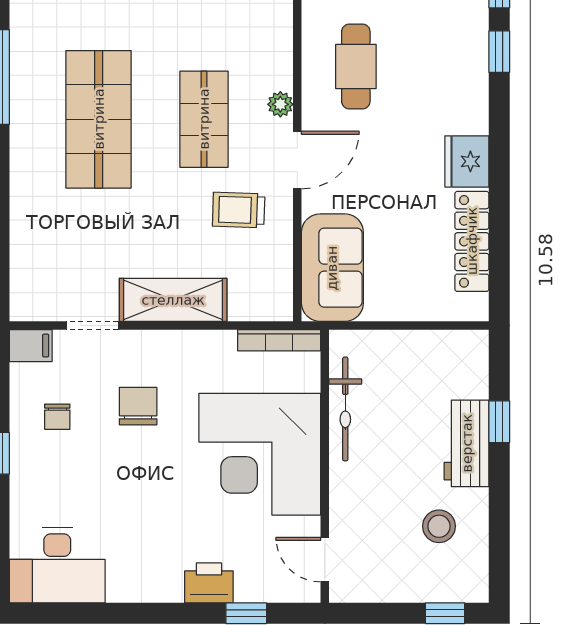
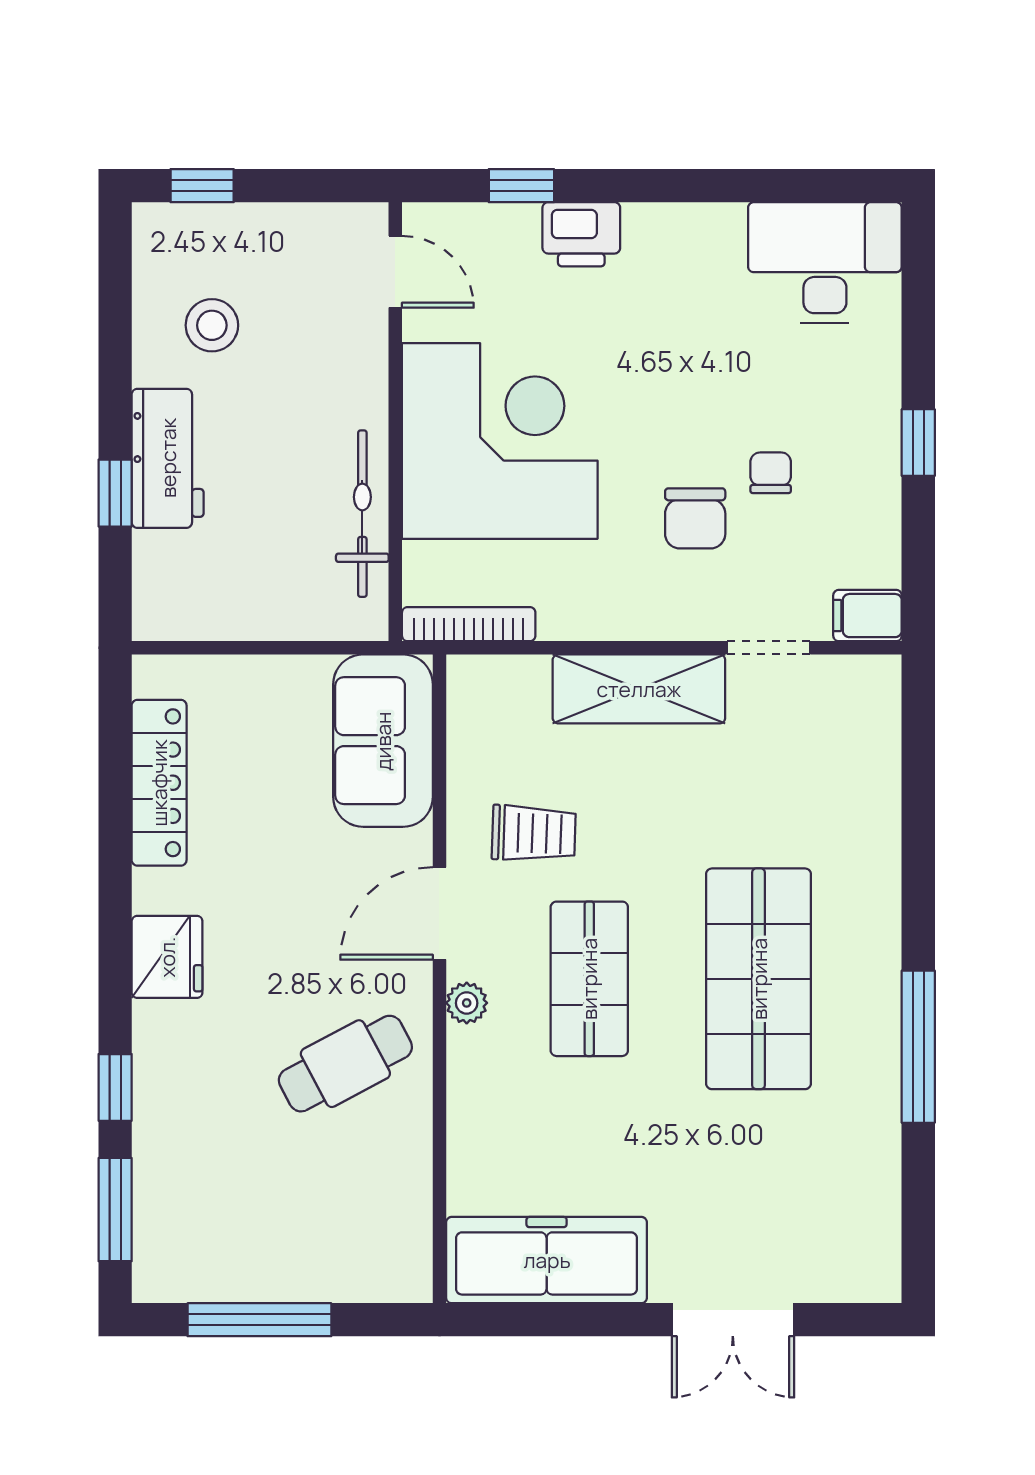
cafe table: (356, 66) -> (345, 1064), turned 62
fridge: (467, 161) -> (167, 957), moved
chair: (57, 417) -> (771, 473), moved

